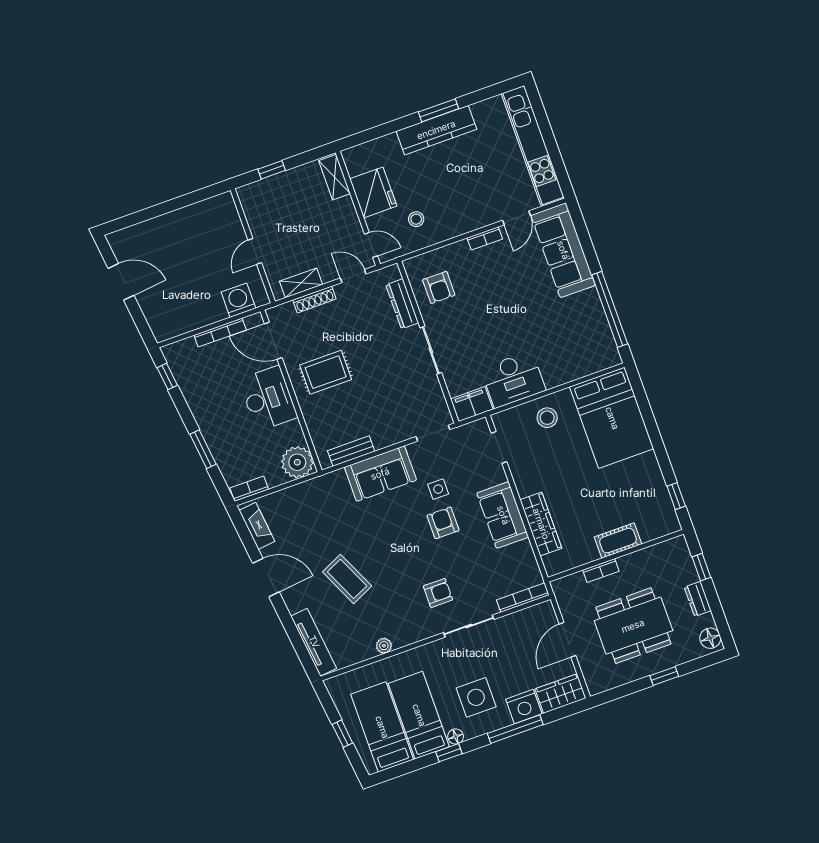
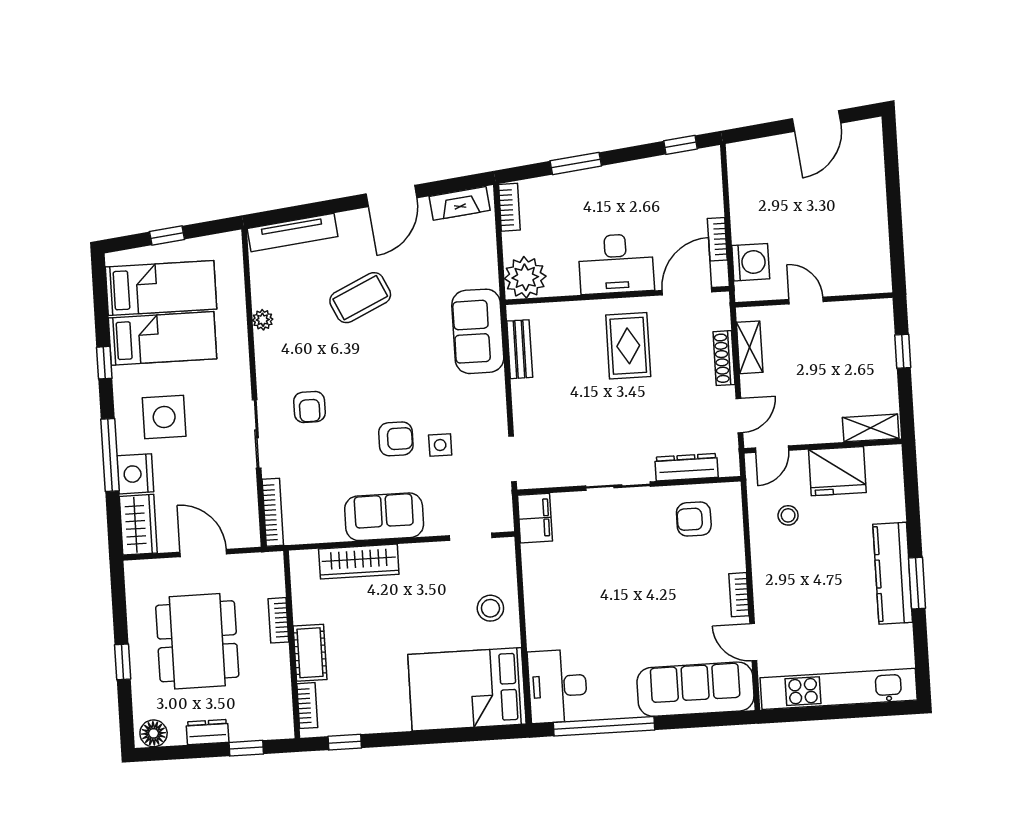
bookcase: (220, 333) -> (717, 239), width x0.64
desk: (513, 379) -> (558, 686), moved
sofa: (380, 474) -> (478, 331), moved
bookcase: (657, 531) -> (307, 706), added
floor lamp: (456, 737) -> (122, 377), removed

